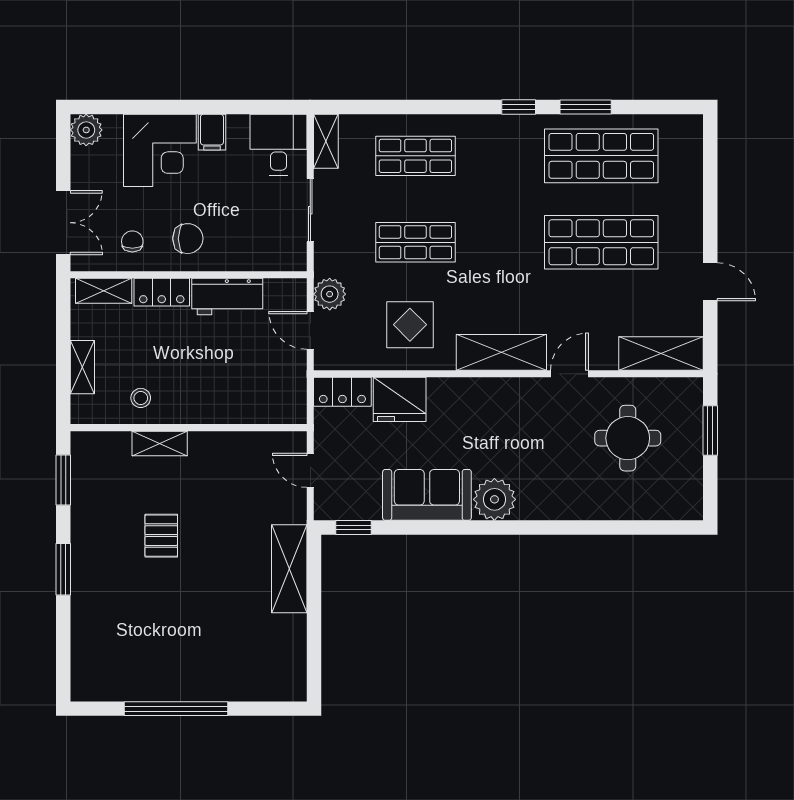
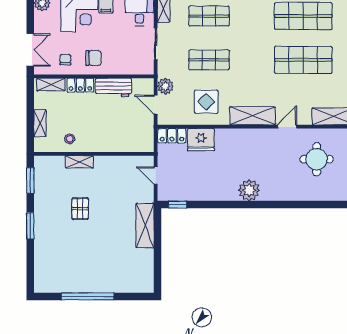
sofa: (427, 495) -> (215, 188), removed

